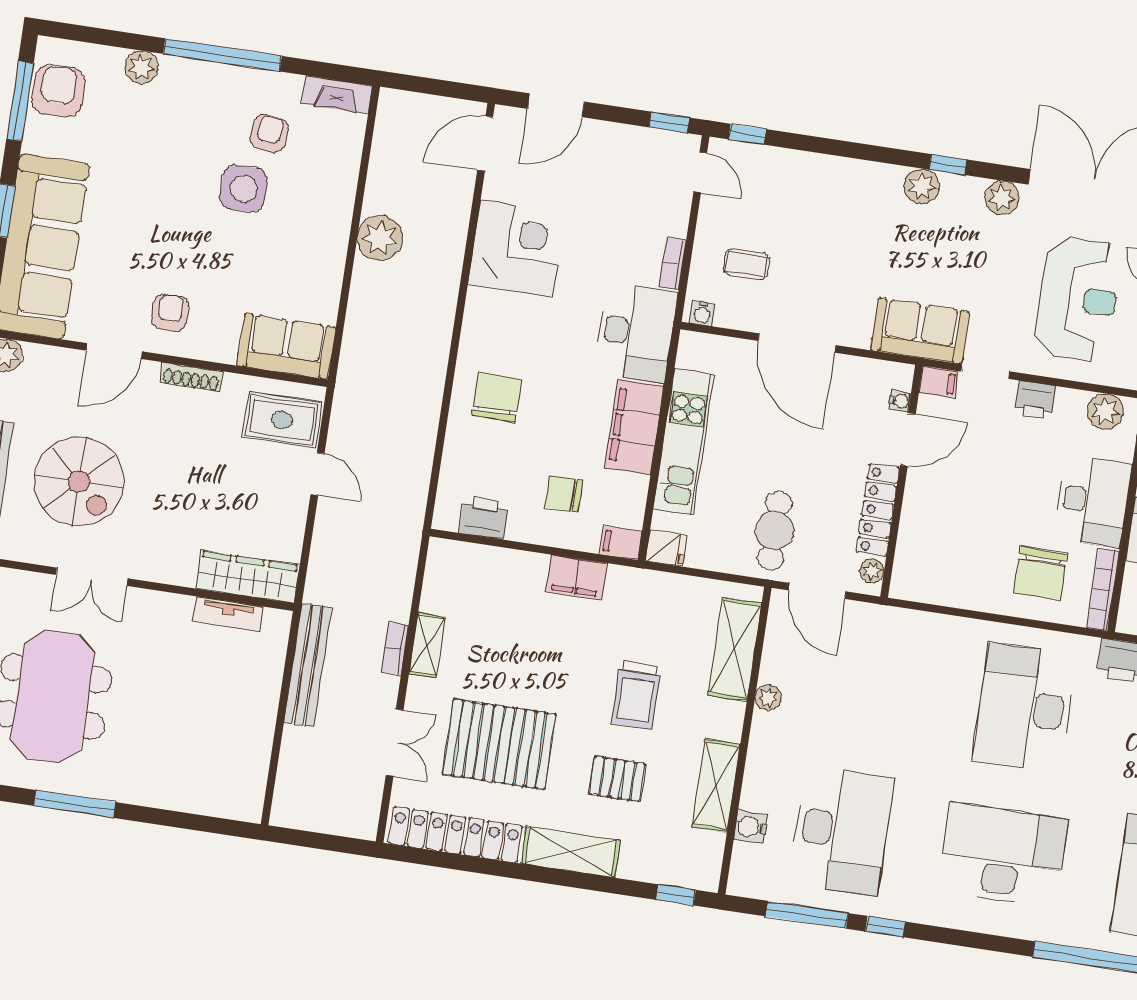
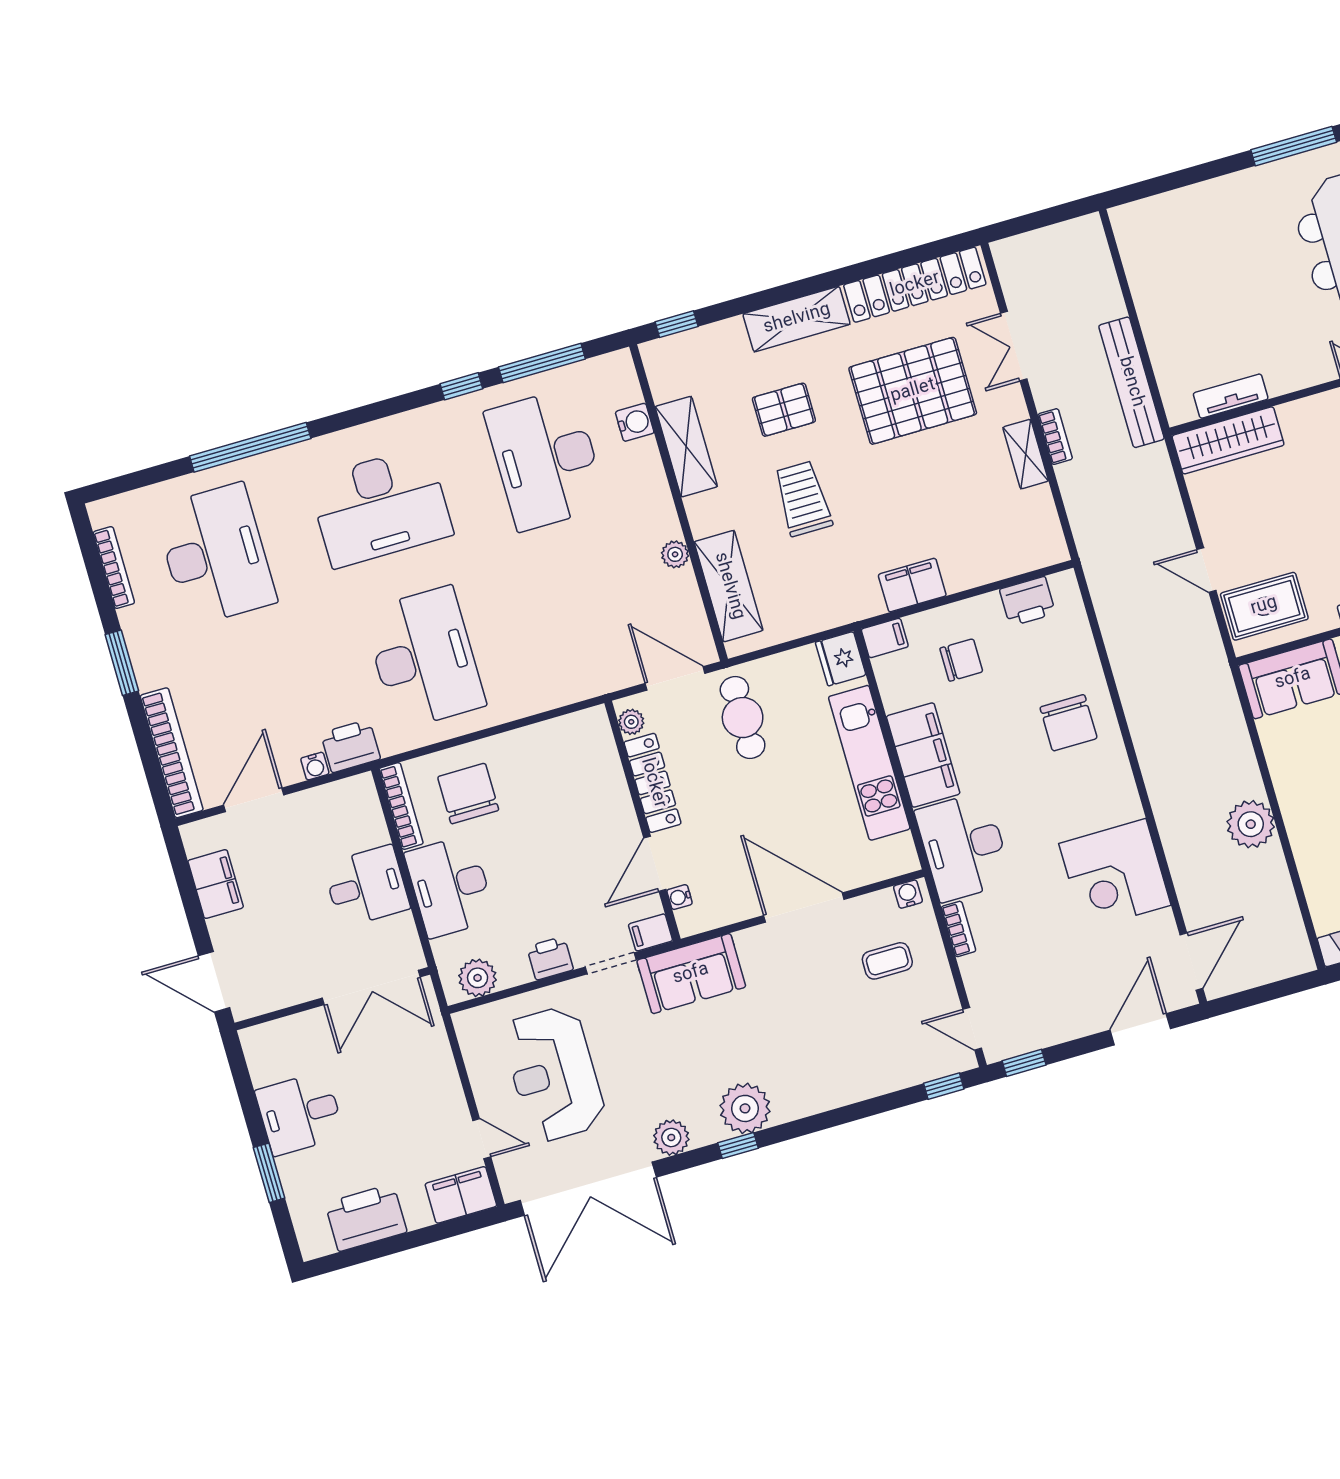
plant: (922, 186) -> (745, 1108), width x1.36, depth x1.36
fridge: (666, 548) -> (841, 659), width x1.38

